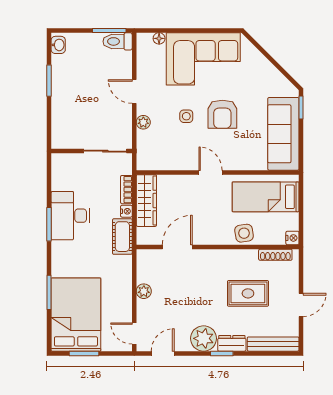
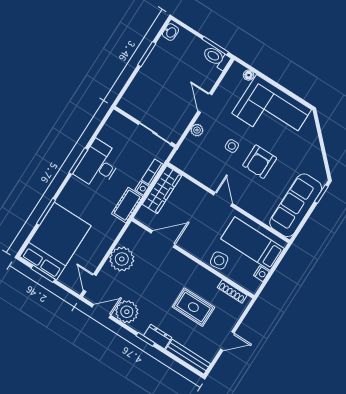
nightstand: (292, 238) -> (261, 274), moved
plant: (144, 291) -> (122, 259), width x1.88, depth x1.88
plant: (204, 338) -> (127, 312), moved

